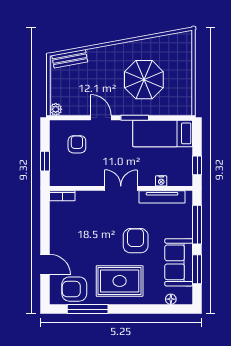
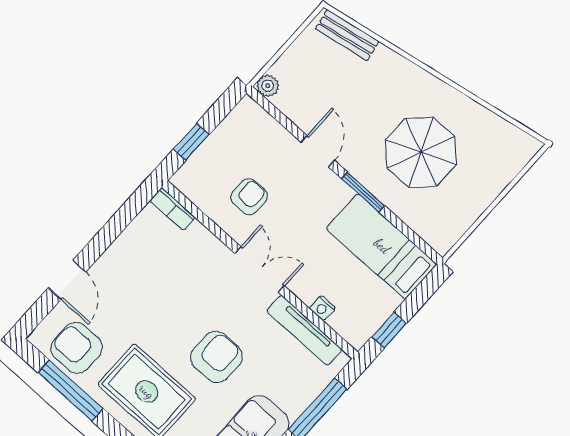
armchair: (77, 144) -> (249, 197), moved

